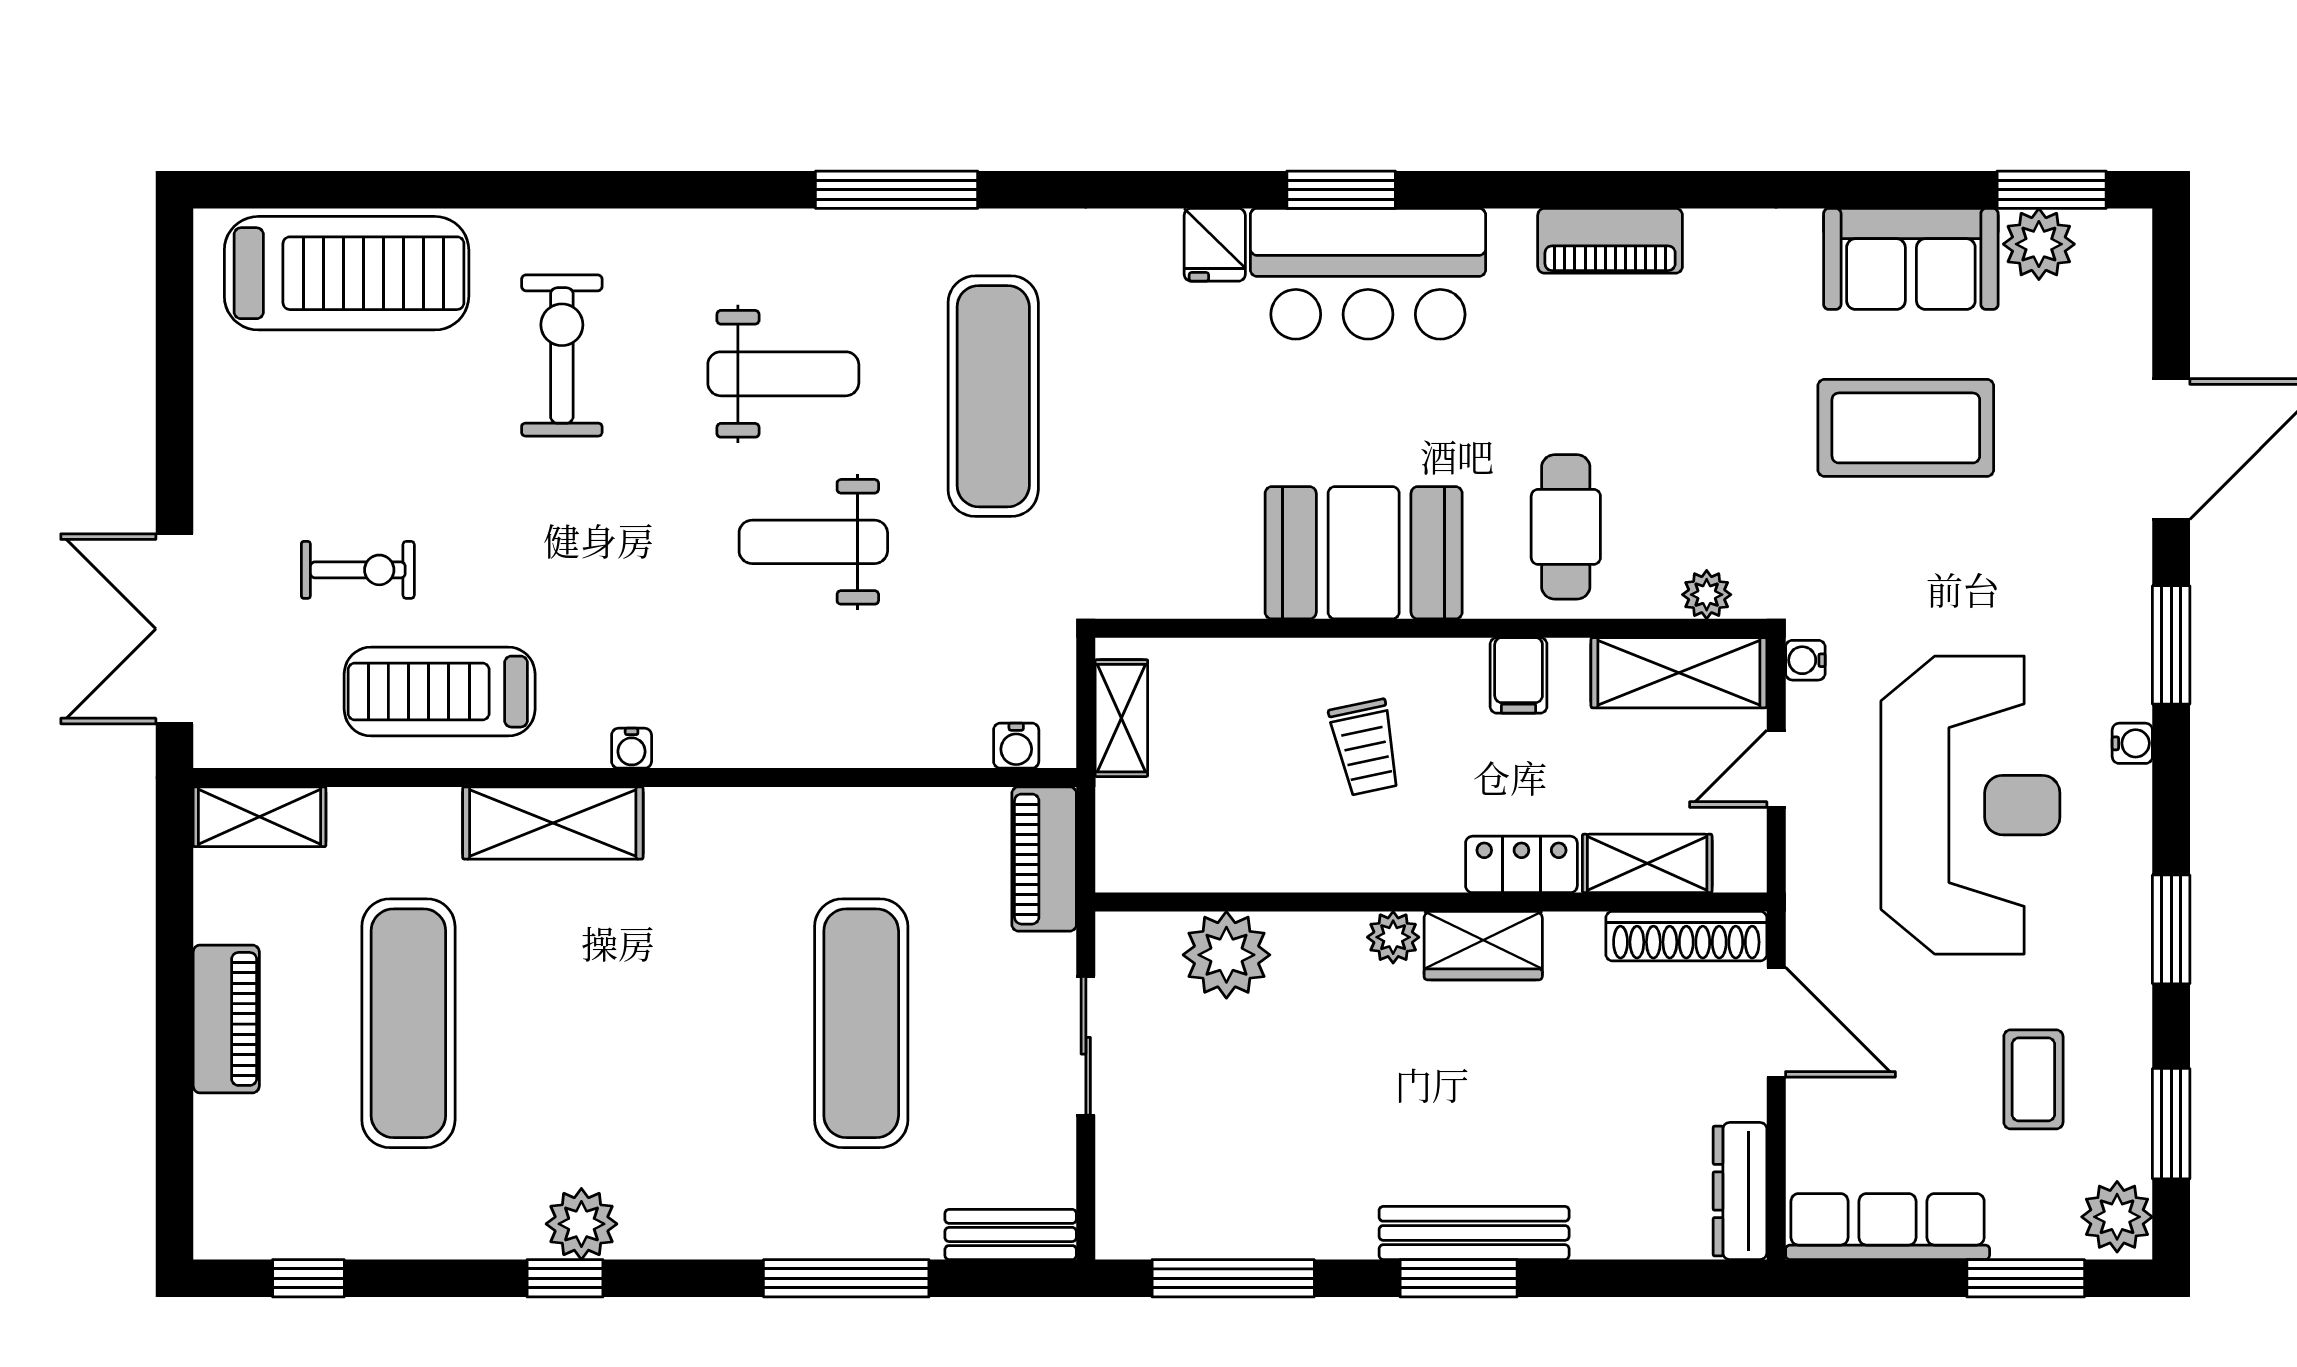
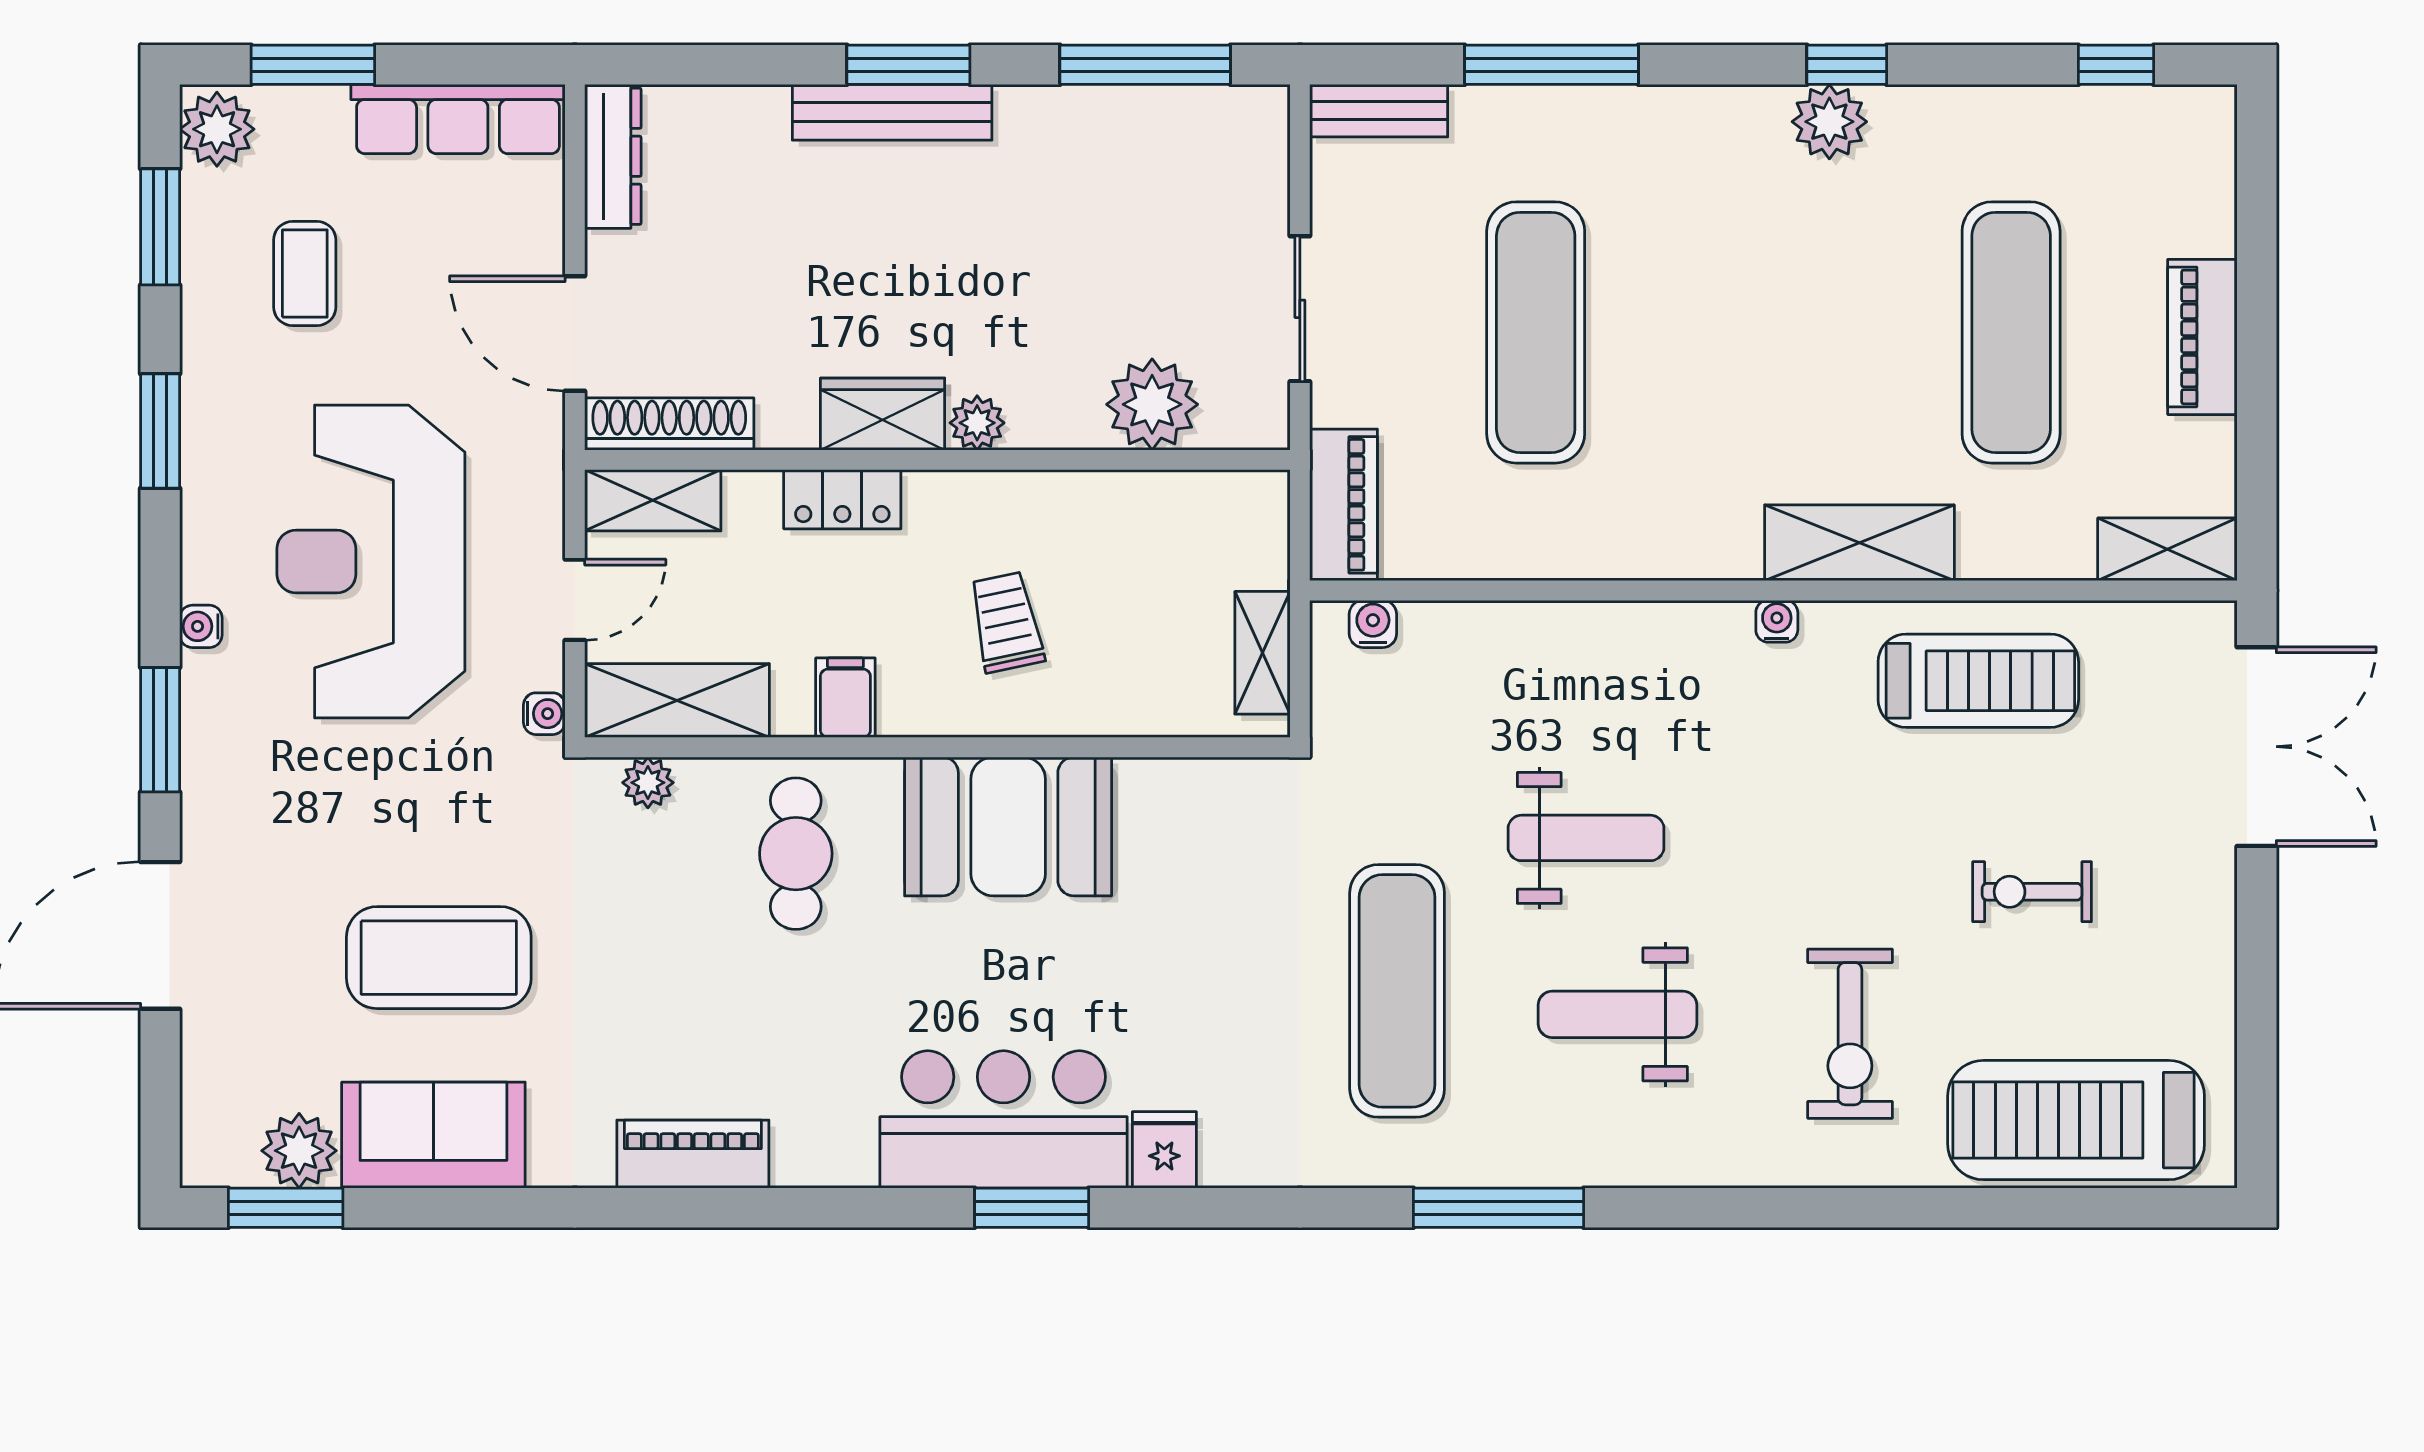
piano: (1610, 241) -> (693, 1154), moved
exercise bike: (358, 570) -> (2032, 892), moved
shelving: (1647, 863) -> (653, 500), moved

